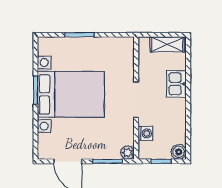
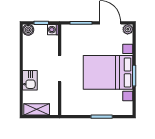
washing machine: (145, 133) -> (53, 30), moved
plant: (127, 153) -> (128, 29), moved

